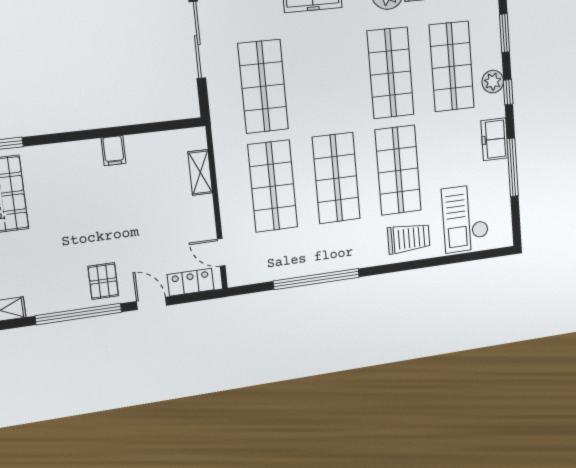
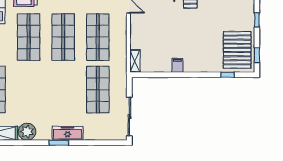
shop shelf: (391, 73) -> (29, 90), removed
shelving: (200, 172) -> (135, 61), moved

